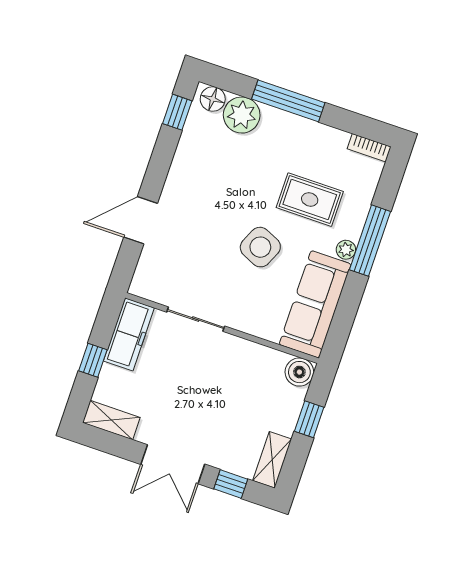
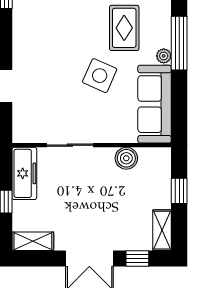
rug: (310, 200) -> (124, 28), turned 90
boiler: (299, 372) -> (126, 158), moved

